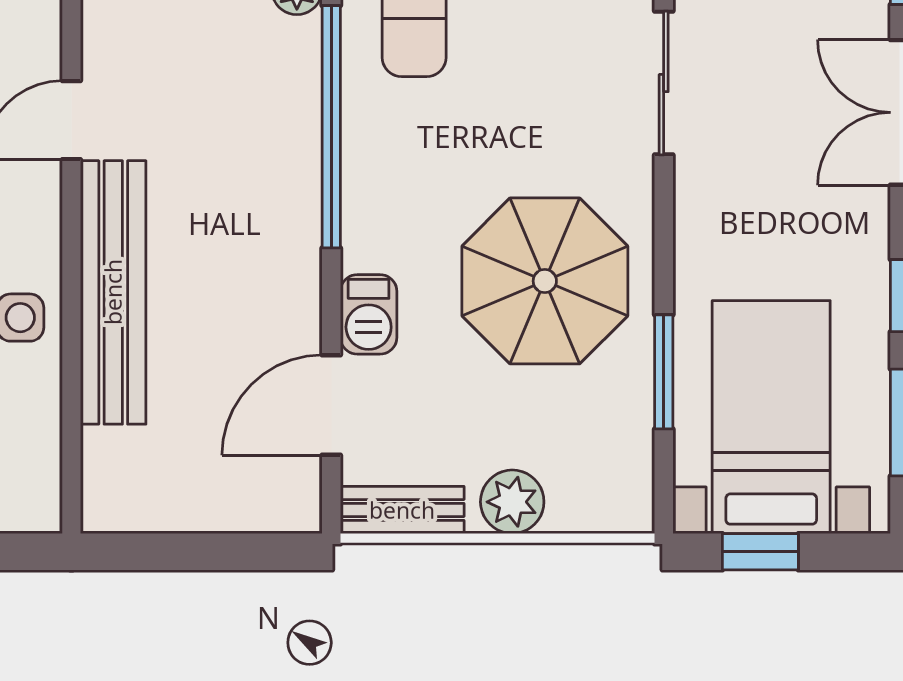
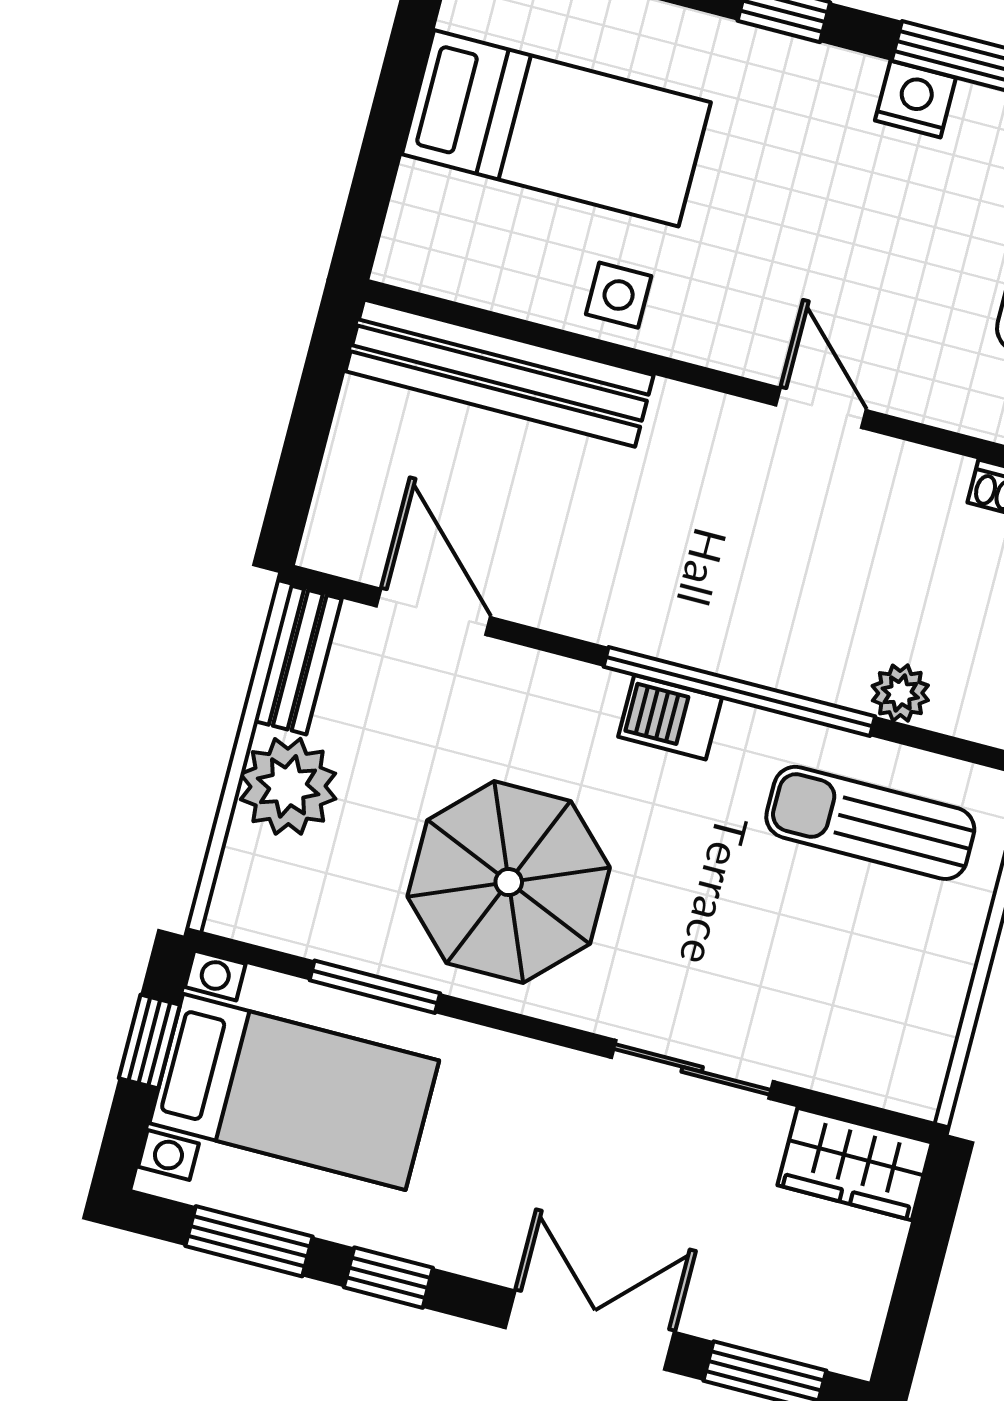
bench: (113, 292) -> (499, 373), moved
barbecue: (369, 314) -> (670, 717), moved
plant: (512, 502) -> (288, 786), width x1.36, depth x1.36

